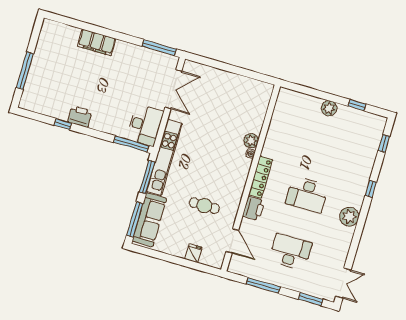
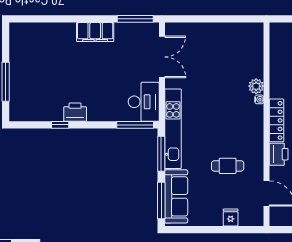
filing cabinet: (97, 42) -> (95, 32), moved

